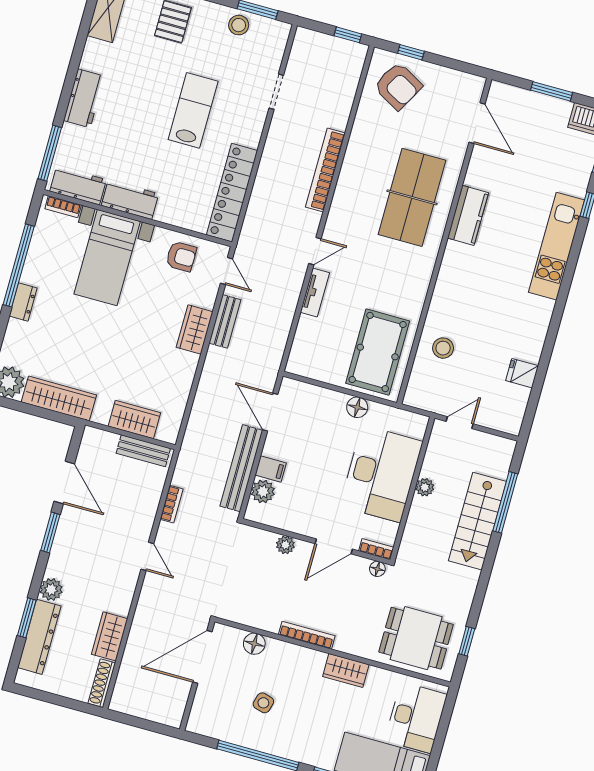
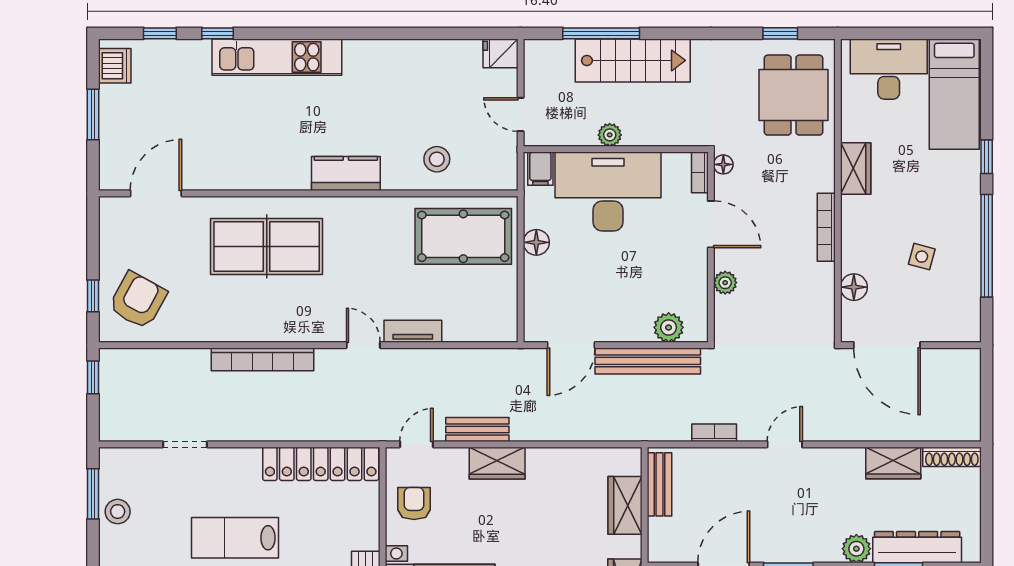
kitchen counter: (468, 215) -> (346, 173), moved
fridge: (522, 373) -> (501, 53), moved, turned 90
filing cabinet: (271, 469) -> (540, 169), moved, turned 180

